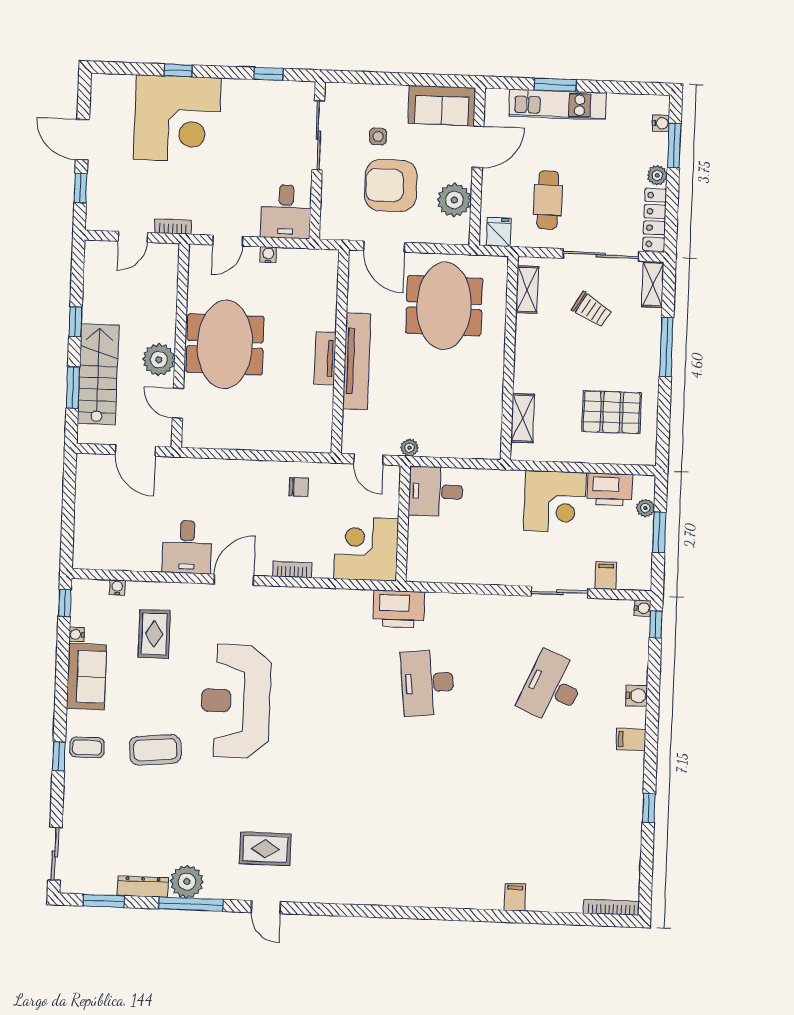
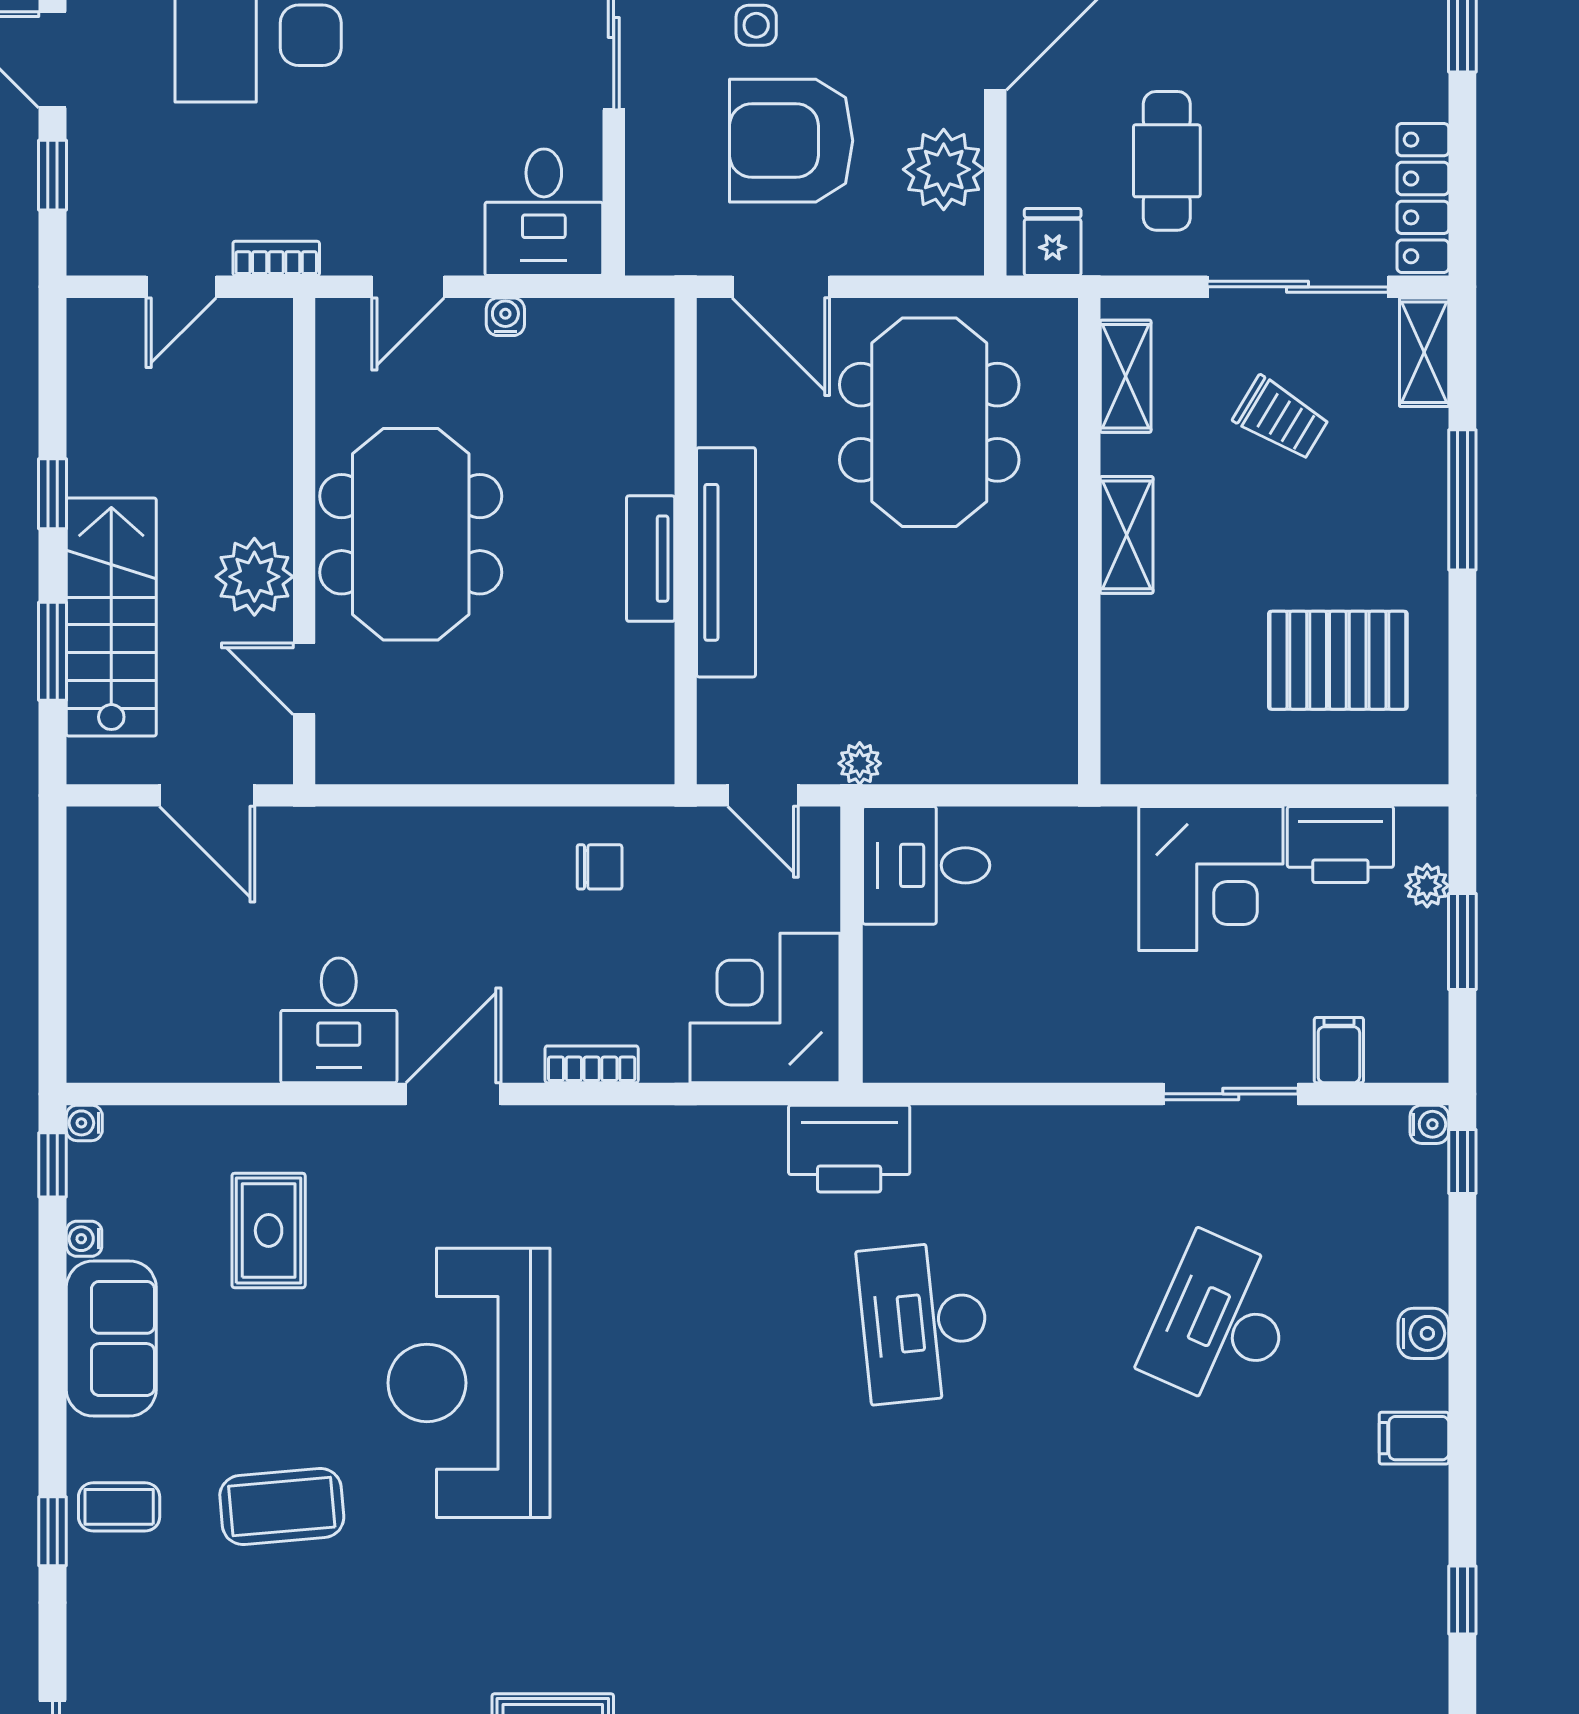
plant: (657, 175) -> (1425, 92), removed
shelving: (523, 418) -> (1127, 535), moved
water cooler: (117, 587) -> (84, 1123), moved, turned -90

